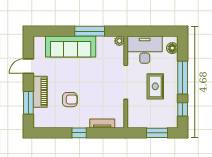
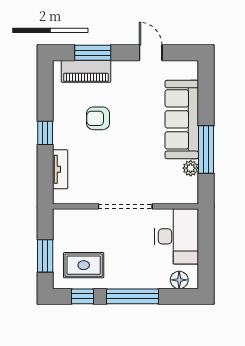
plant: (119, 41) -> (191, 168), moved
rug: (155, 86) -> (84, 265), moved
piano: (40, 92) -> (86, 71), moved
armchair: (70, 100) -> (98, 118), turned 90

